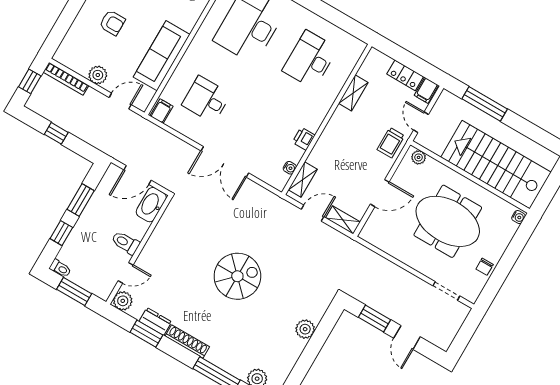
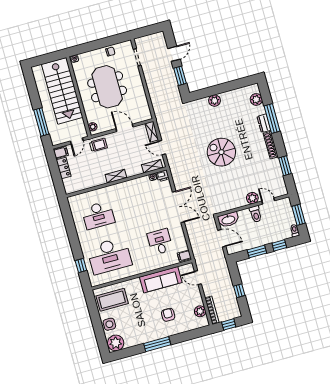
plant: (98, 75) -> (200, 311), moved
shelving: (353, 93) -> (116, 176), moved
desk: (206, 100) -> (160, 242), turned 180
printer: (304, 139) -> (163, 176), moved
plant: (123, 301) -> (252, 198), moved
dresser: (155, 322) -> (264, 123), moved

